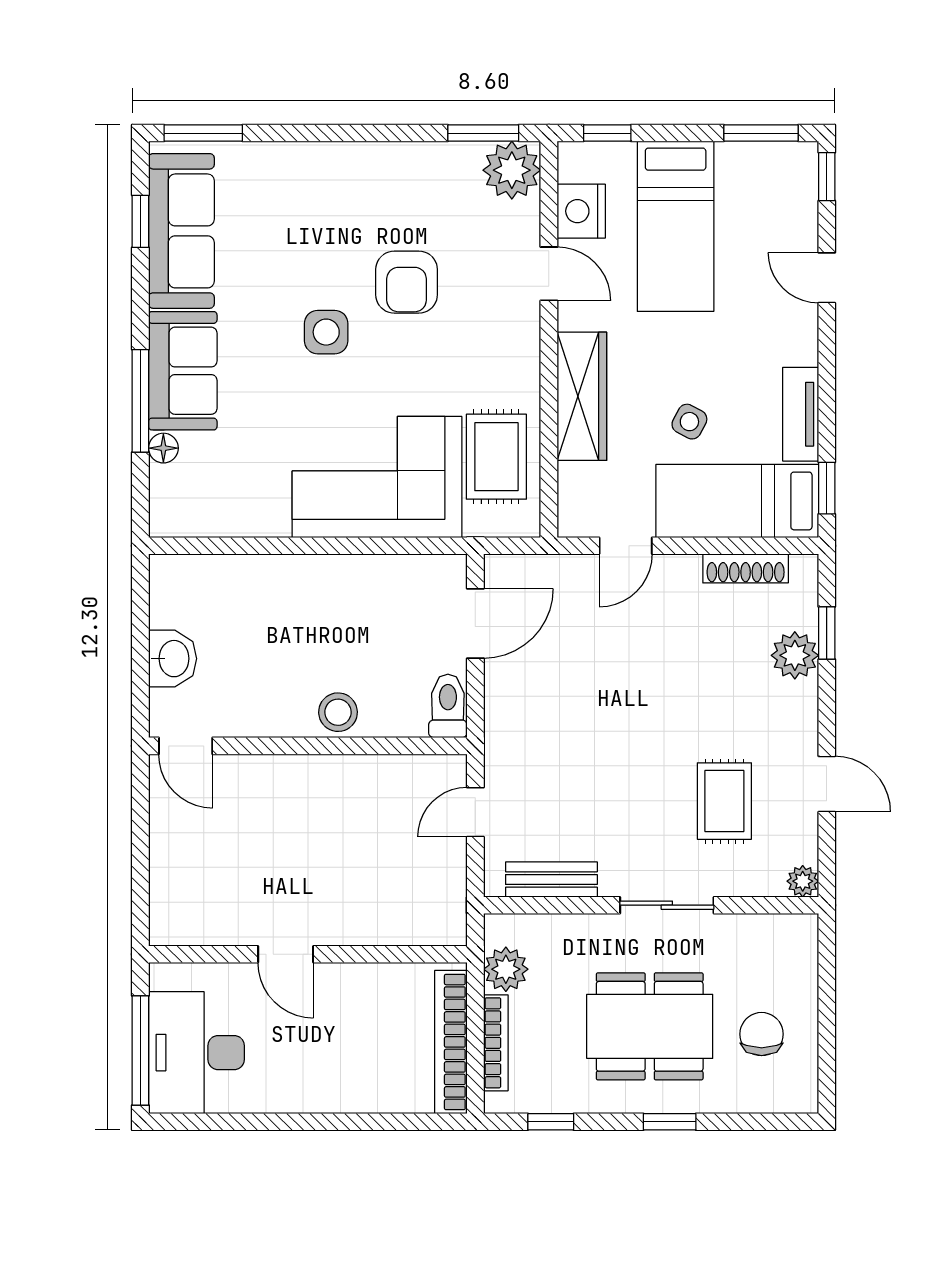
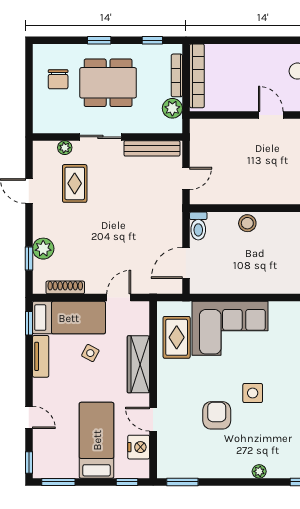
plant: (512, 170) -> (259, 471), moved, width x0.53, depth x0.53
bench: (551, 880) -> (152, 148), width x1.36
plant: (803, 881) -> (65, 148), moved

